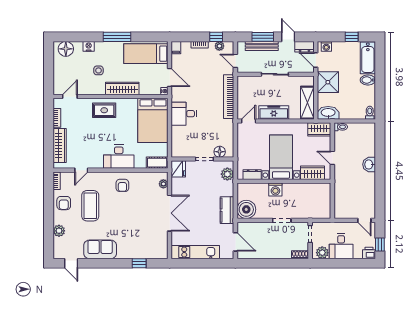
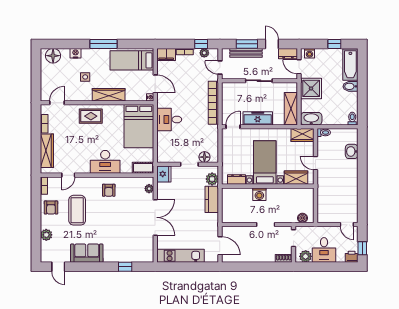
filing cabinet: (176, 48) -> (166, 55), width x2.00
washbasin: (369, 164) -> (352, 151), moved
boiler: (246, 209) -> (302, 218), moved, width x0.54, depth x0.54
kitchen counter: (227, 210) -> (212, 199), moved

